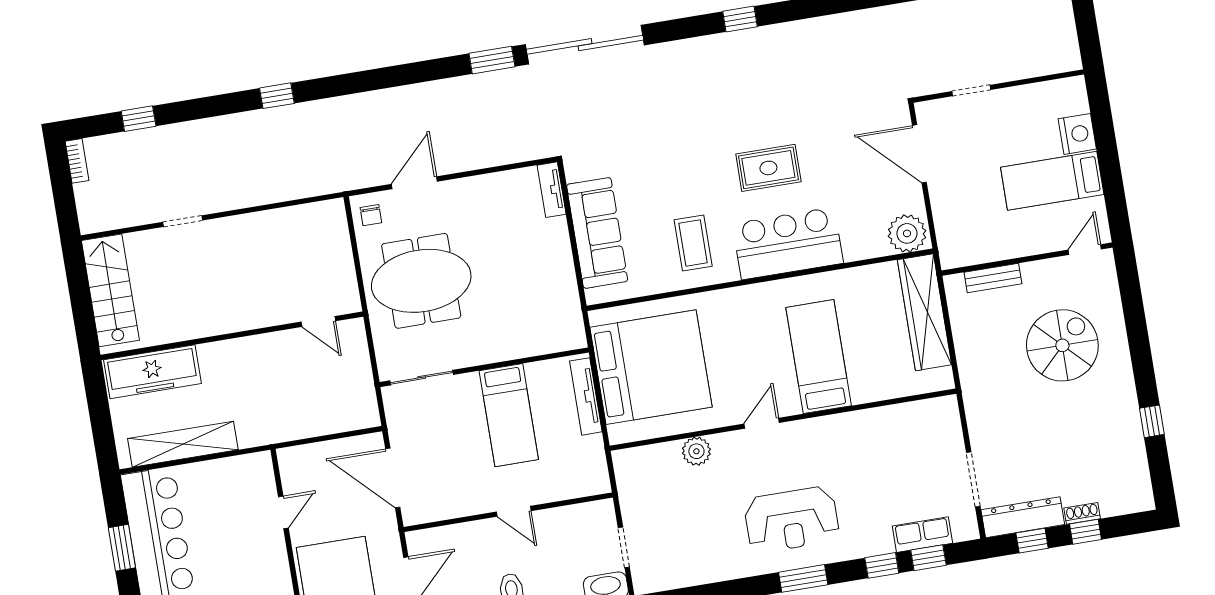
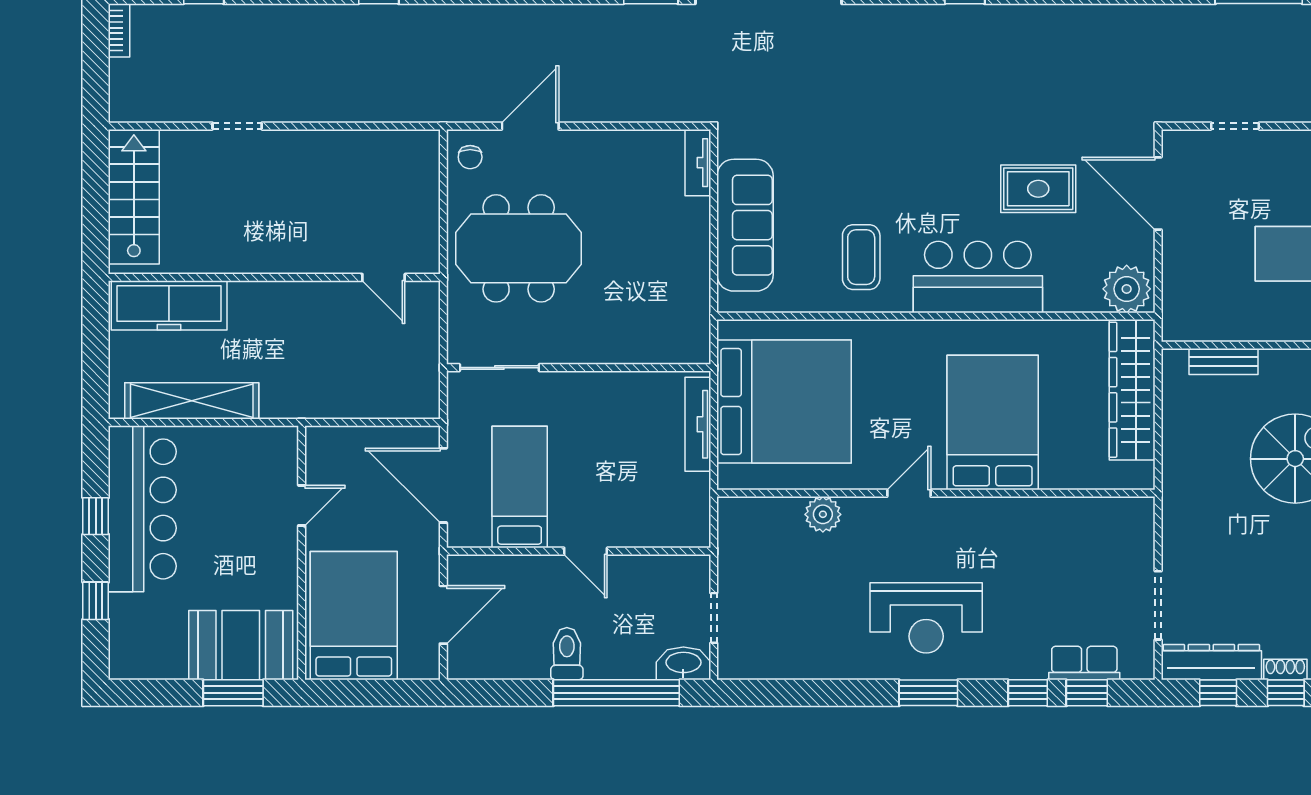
rug: (768, 168) -> (1038, 189), moved
bed: (819, 357) -> (993, 423), width x1.50
bed: (509, 415) -> (520, 487), moved, turned 180
window: (122, 548) -> (96, 516), width x0.67

